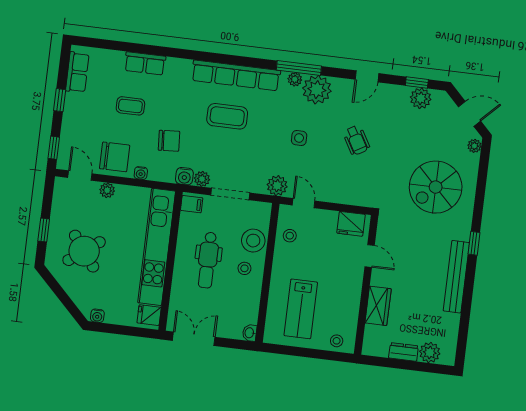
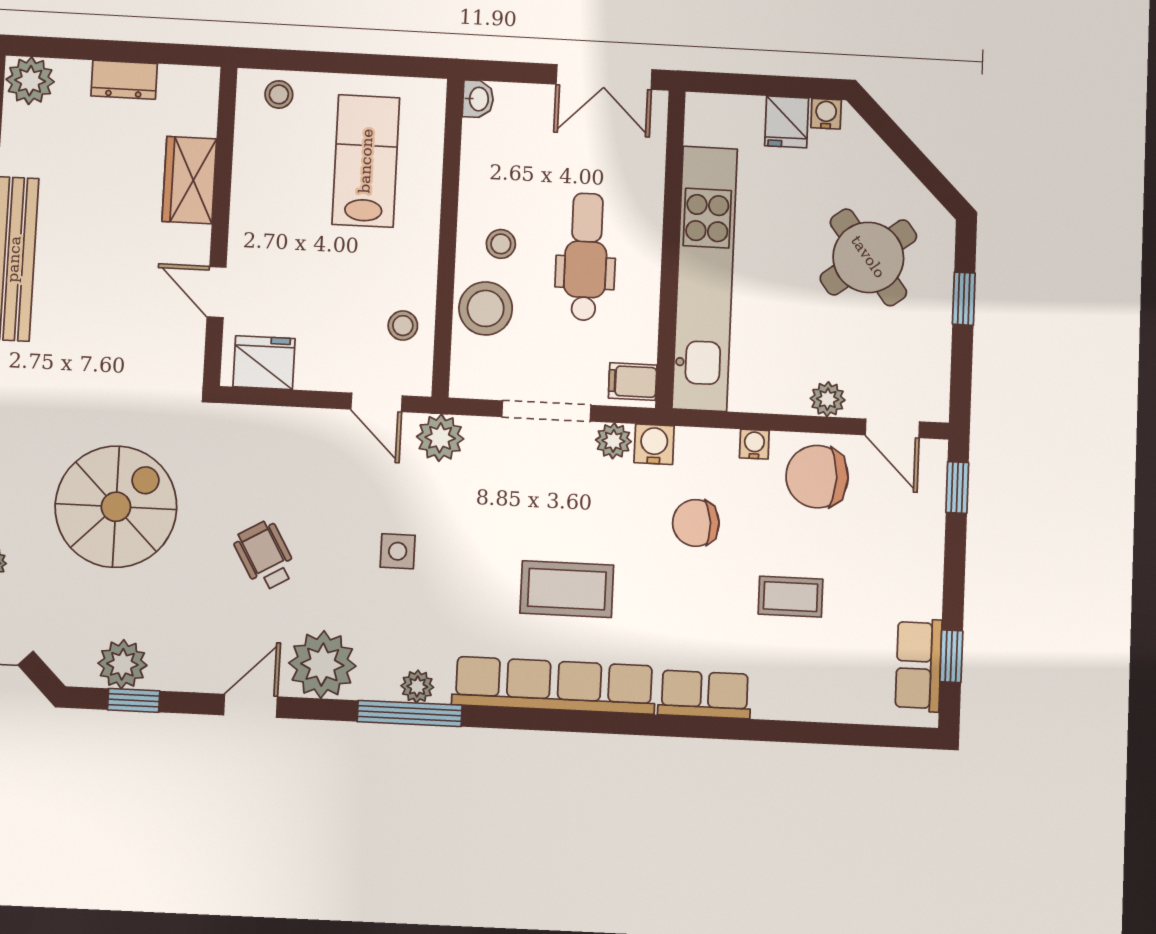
row of seats: (145, 63) -> (705, 694), moved
plant: (317, 90) -> (322, 664), moved
window: (60, 100) -> (951, 656), moved
spiral stairs: (436, 187) -> (116, 507), moved
fridge: (149, 315) -> (787, 122), moved, turned 90
plant: (430, 353) -> (30, 81), moved

